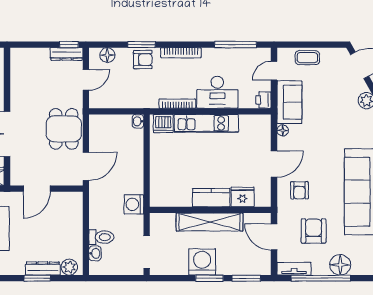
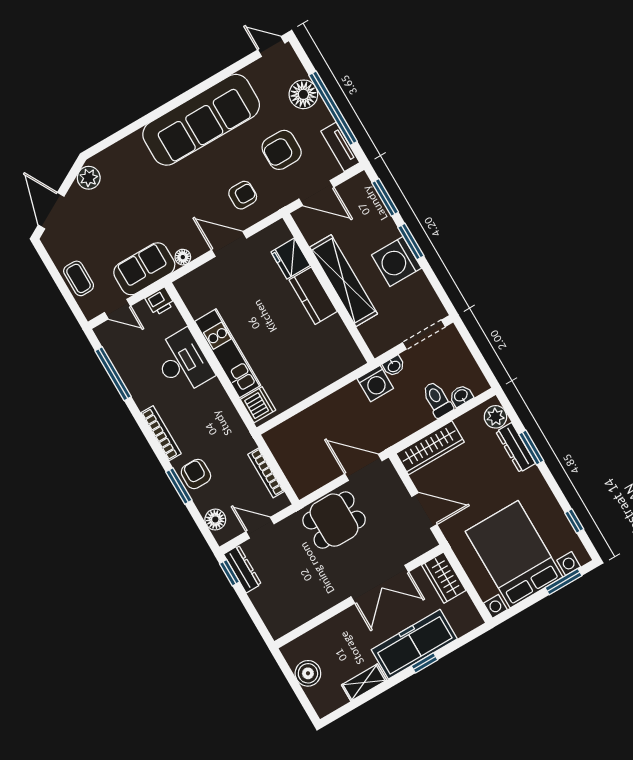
bookcase: (177, 104) -> (266, 473), moved
washbasin: (138, 121) -> (394, 366), moved
wardrobe: (74, 215) -> (430, 448), added
door: (274, 237) -> (316, 193), hinge flipped

